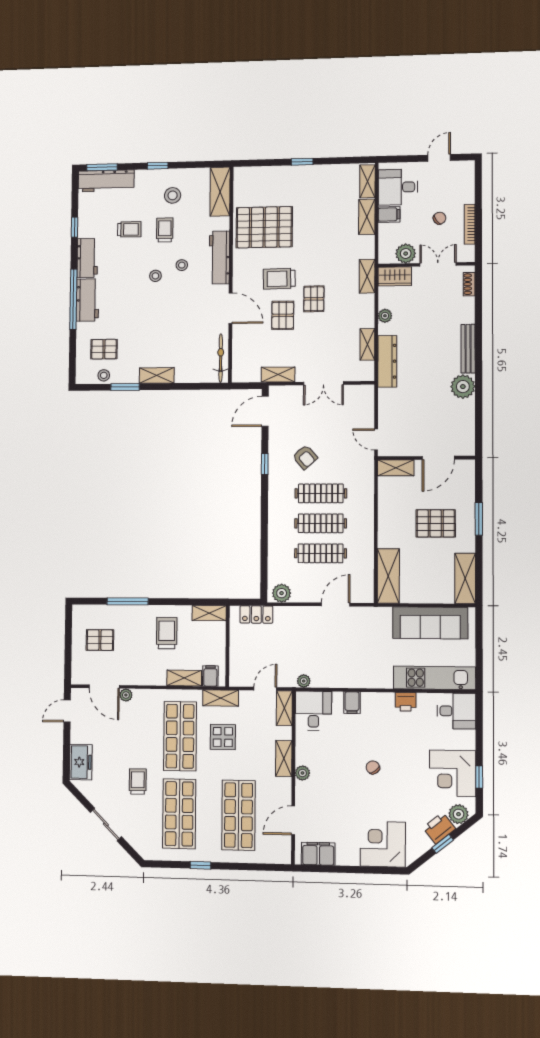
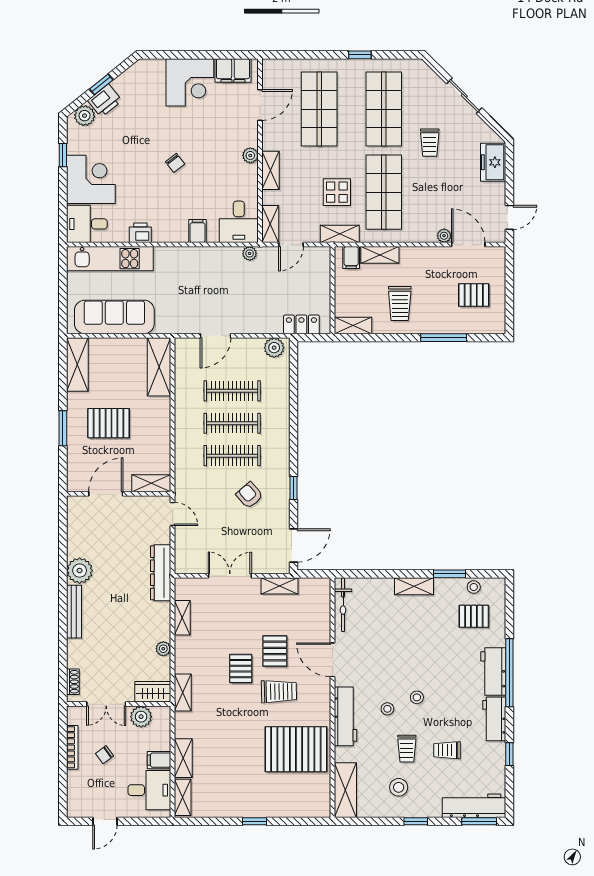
dresser: (387, 361) -> (161, 573), moved
corner desk: (453, 773) -> (91, 179), moved
corner desk: (383, 844) -> (190, 82), moved

